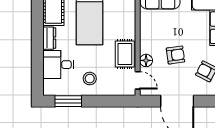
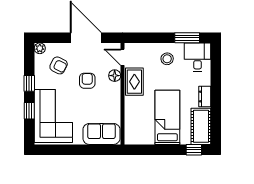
armchair: (176, 55) -> (87, 81), turned 98
desk: (58, 65) -> (197, 57), moved, turned -90

